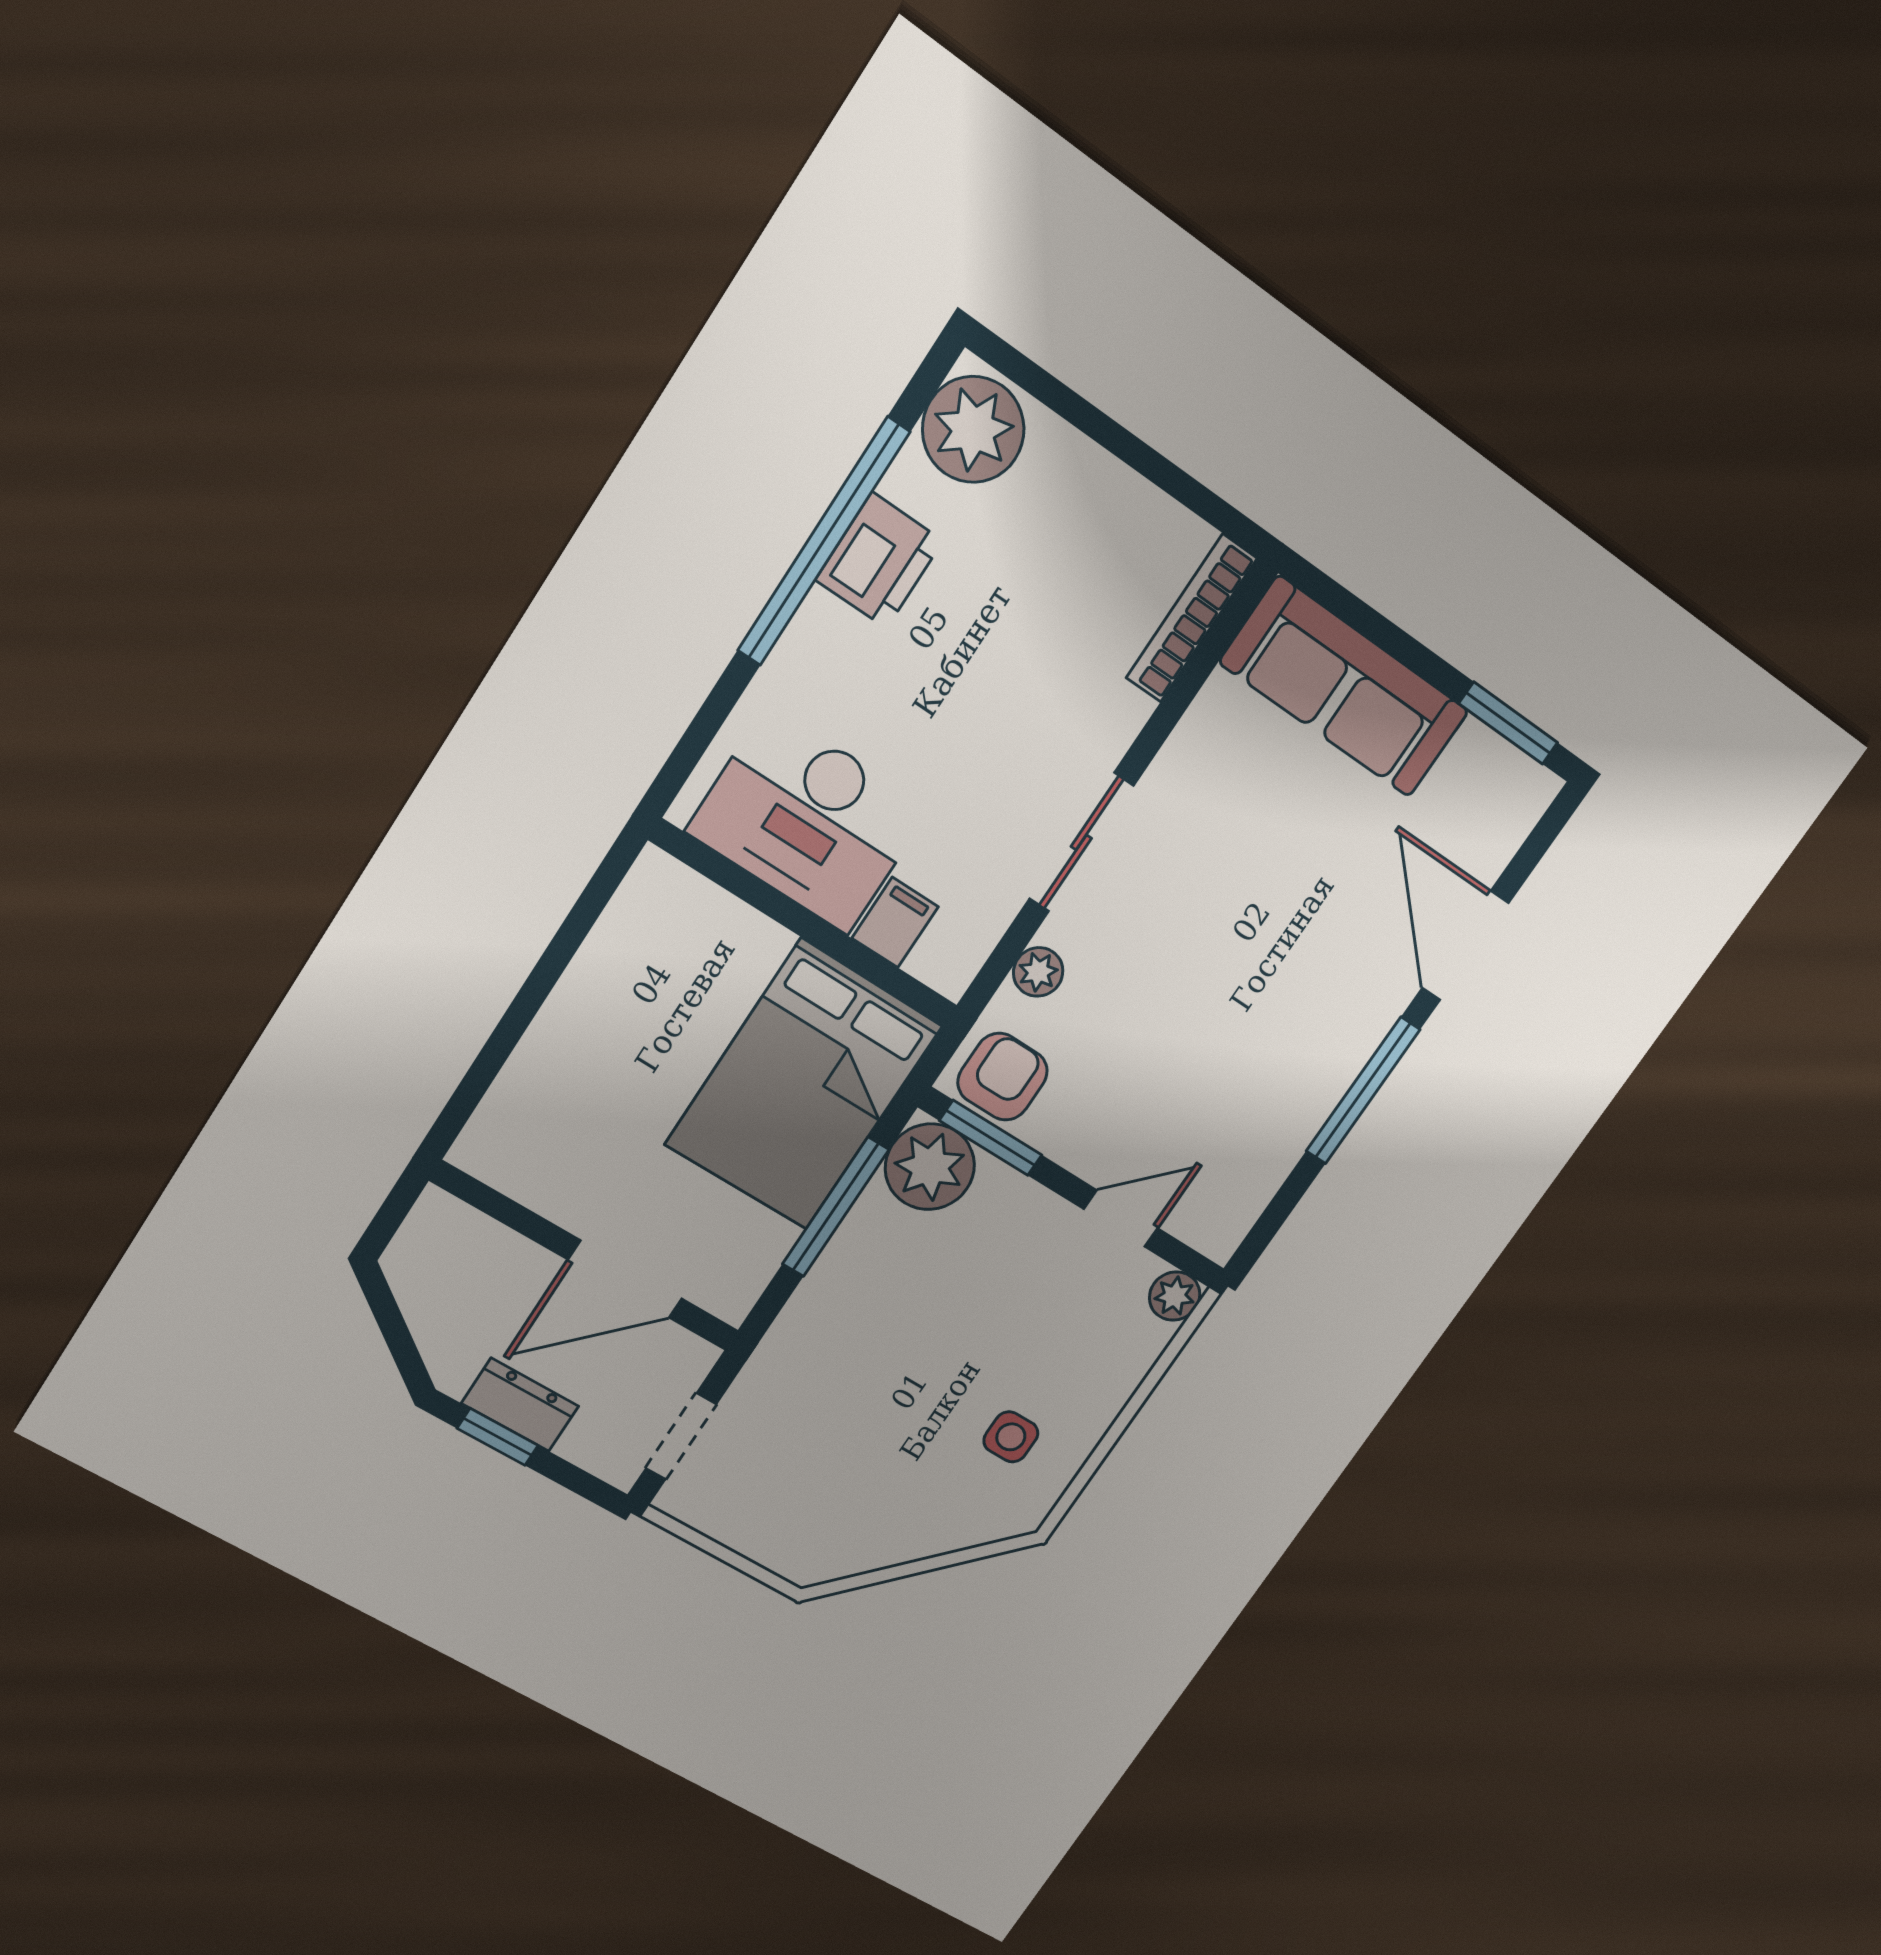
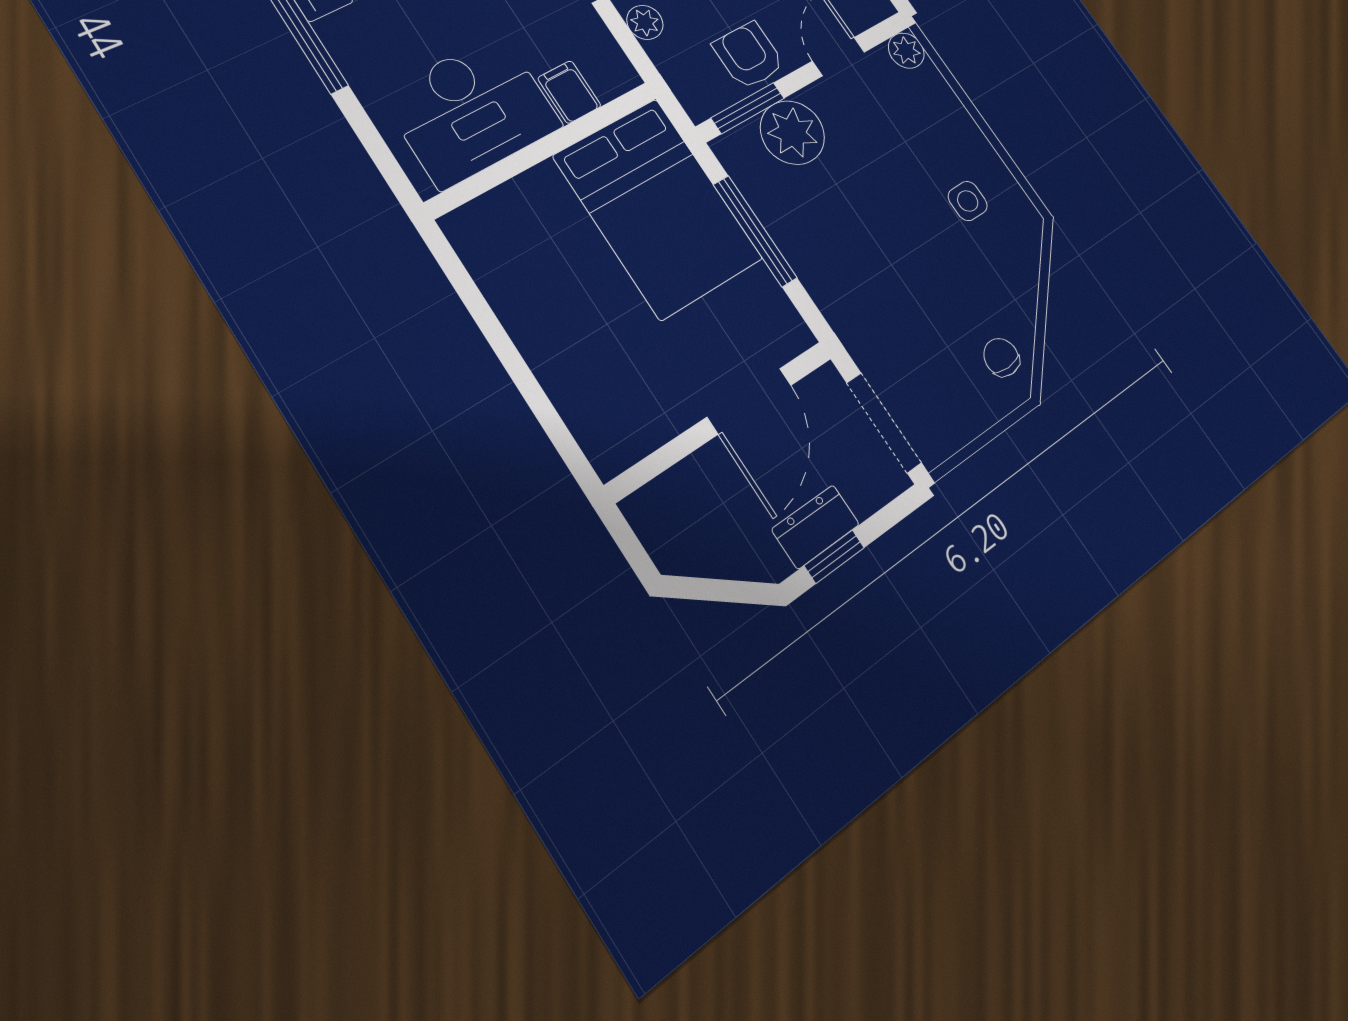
armchair: (1003, 1077) -> (749, 55), moved
plant: (930, 1167) -> (792, 133), moved
doorway: (681, 1436) -> (884, 423), width x1.38
chair: (833, 1540) -> (1001, 357), added

